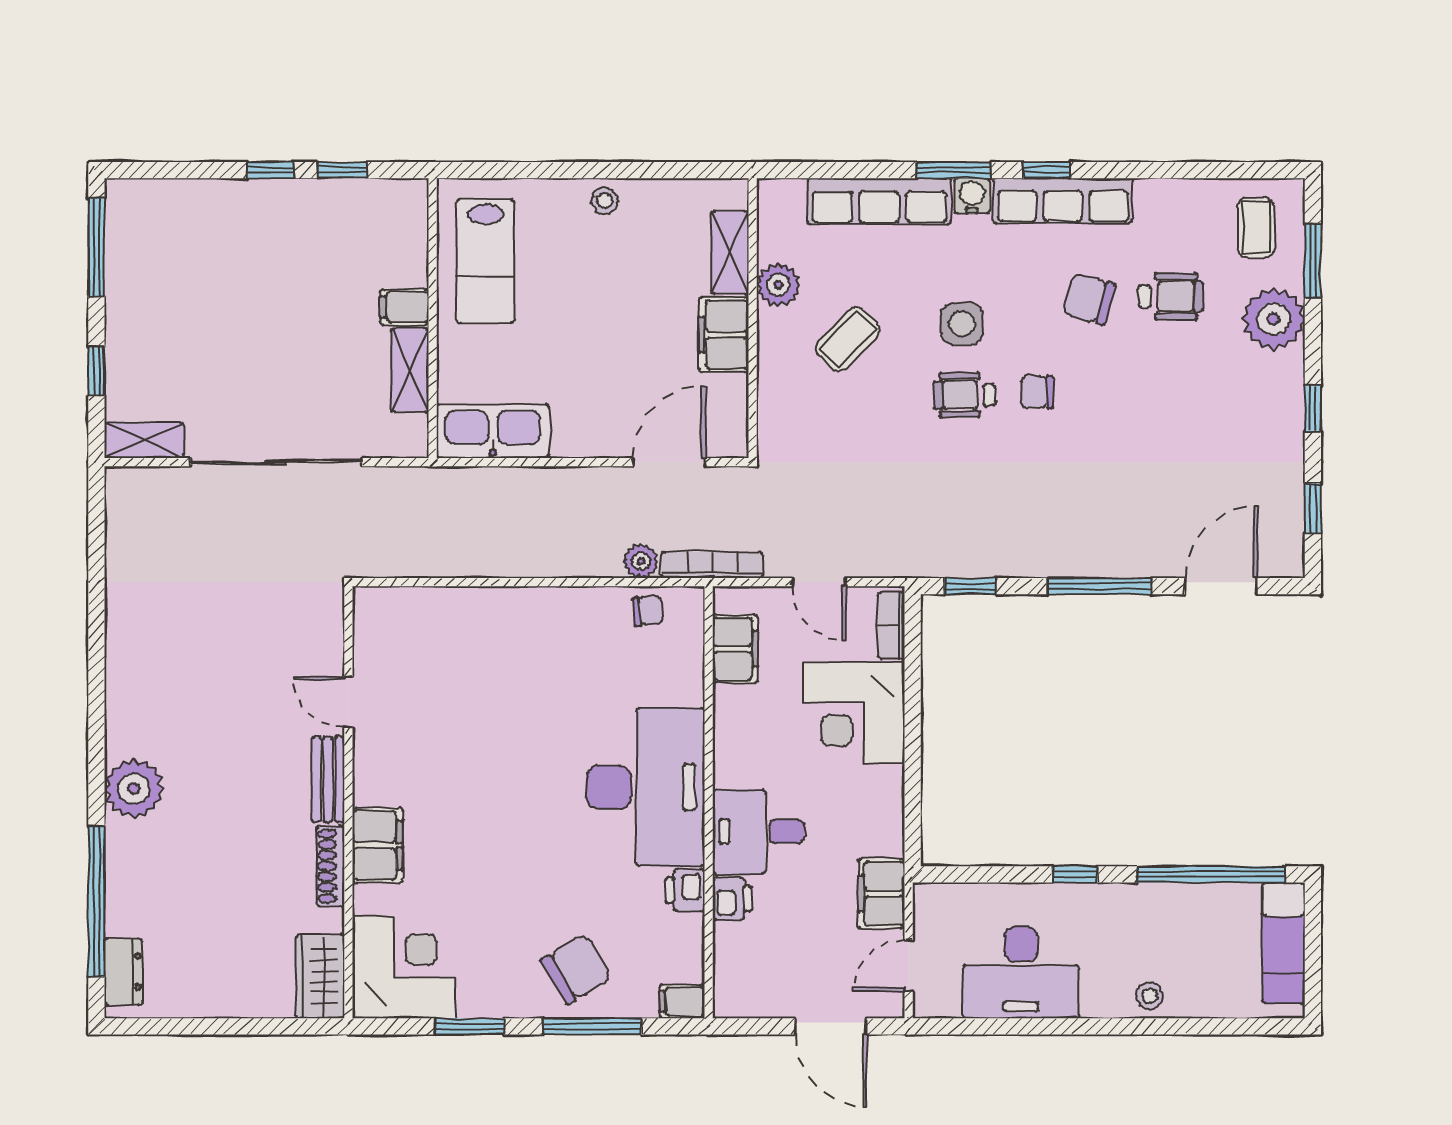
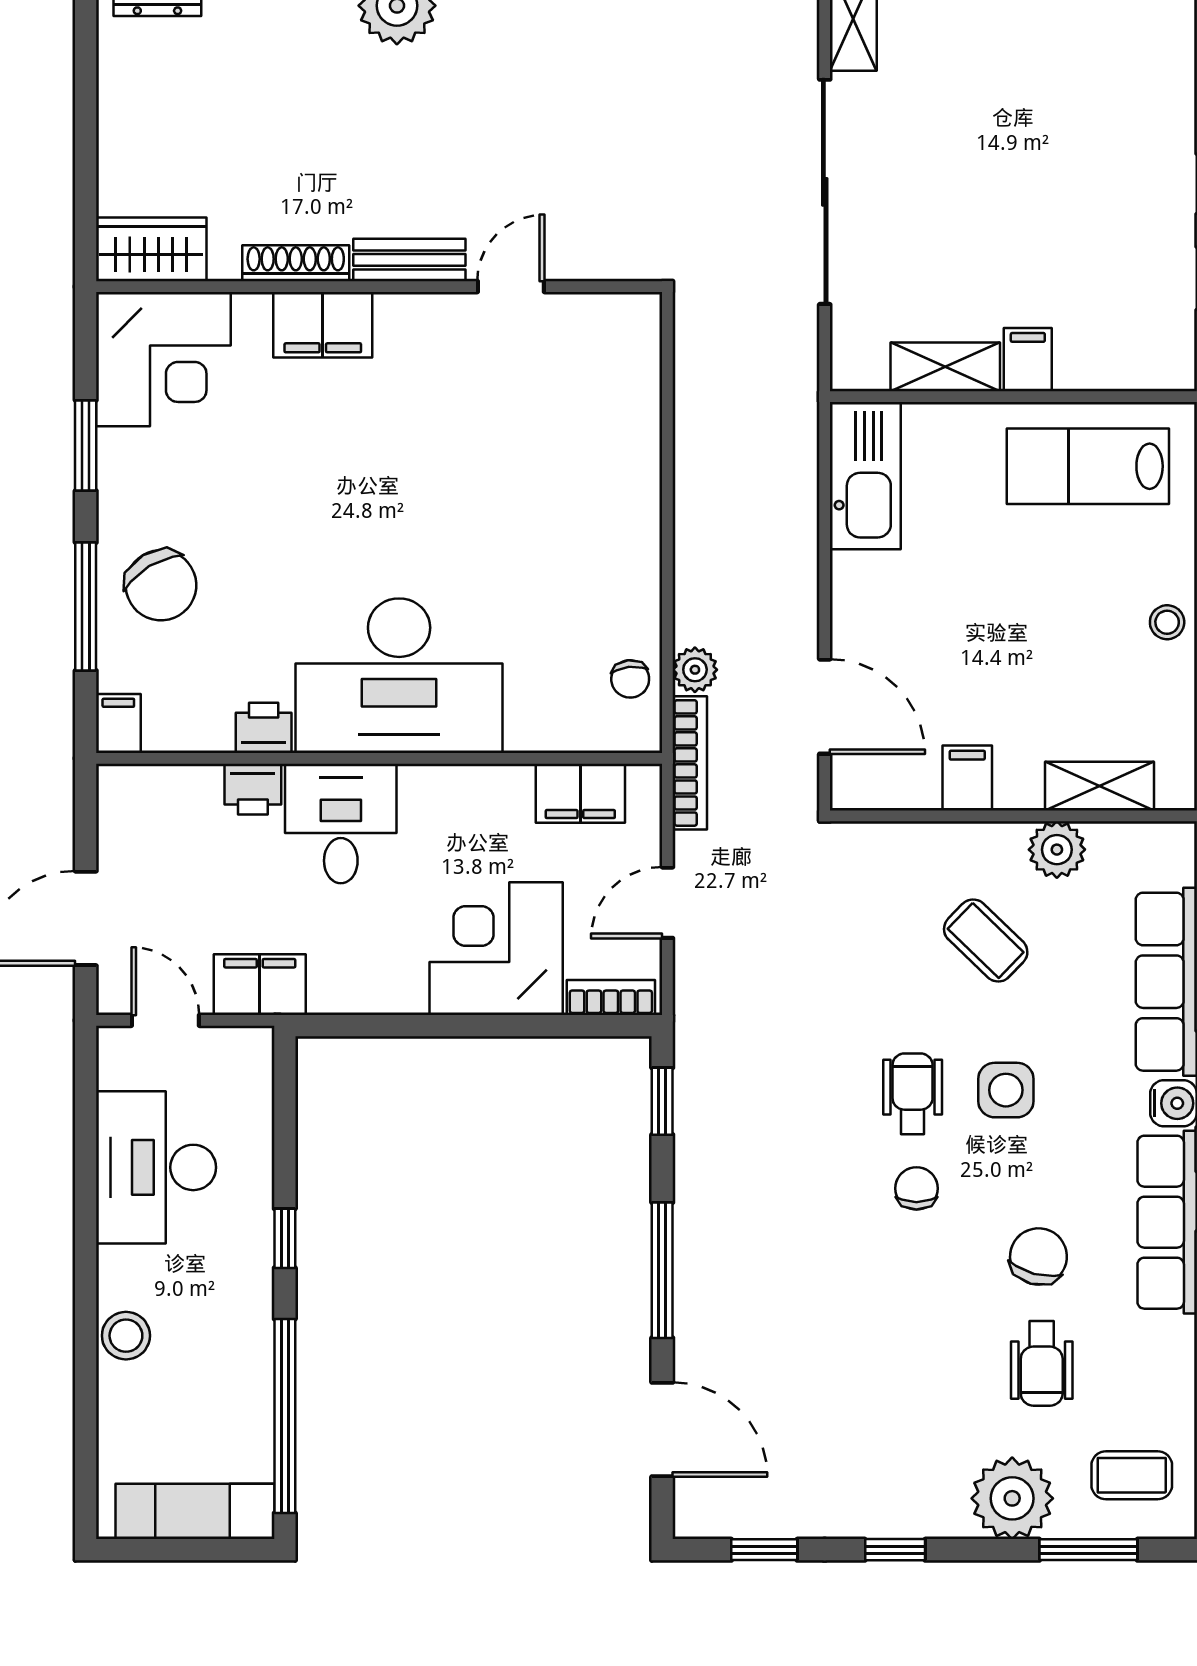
filing cabinet: (724, 335) -> (967, 778), width x0.50
stool: (1149, 996) -> (126, 1336), width x1.37, depth x1.37

